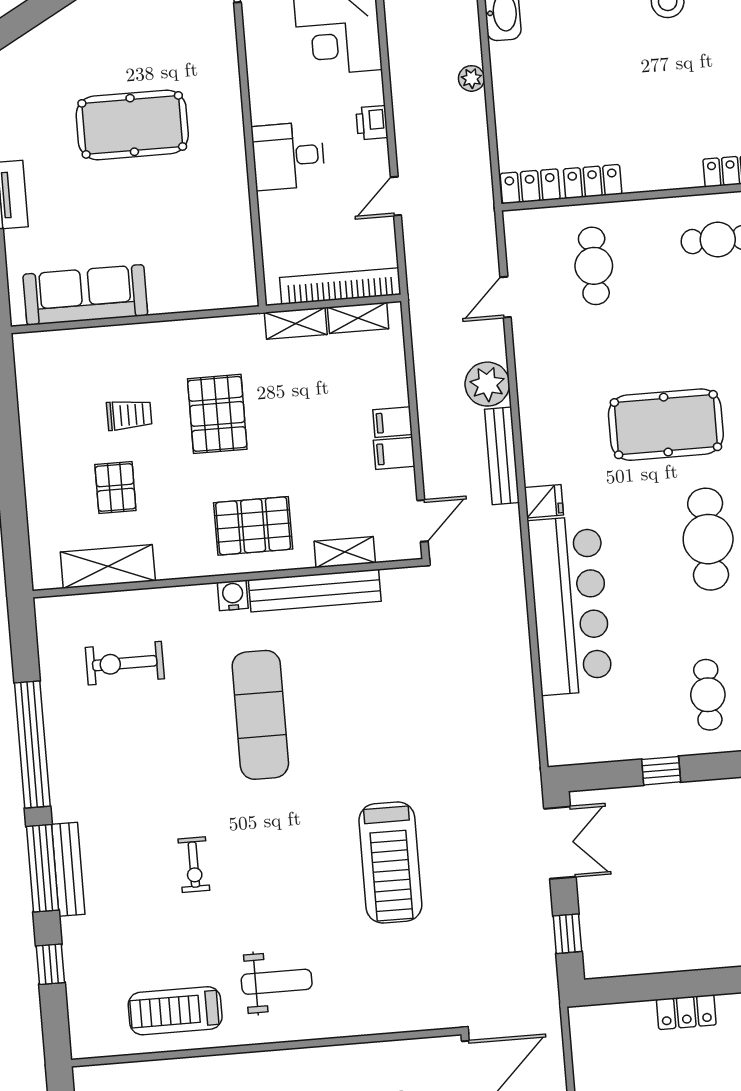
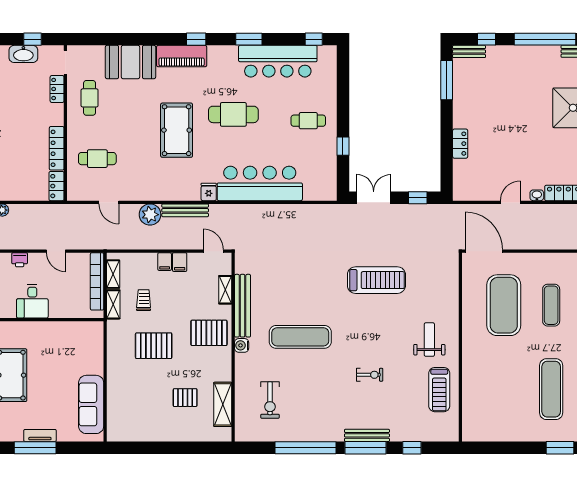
locker: (593, 182) -> (57, 148), width x1.53
trolley: (129, 415) -> (144, 300), moved
pallet: (253, 526) -> (209, 333), turned 90

